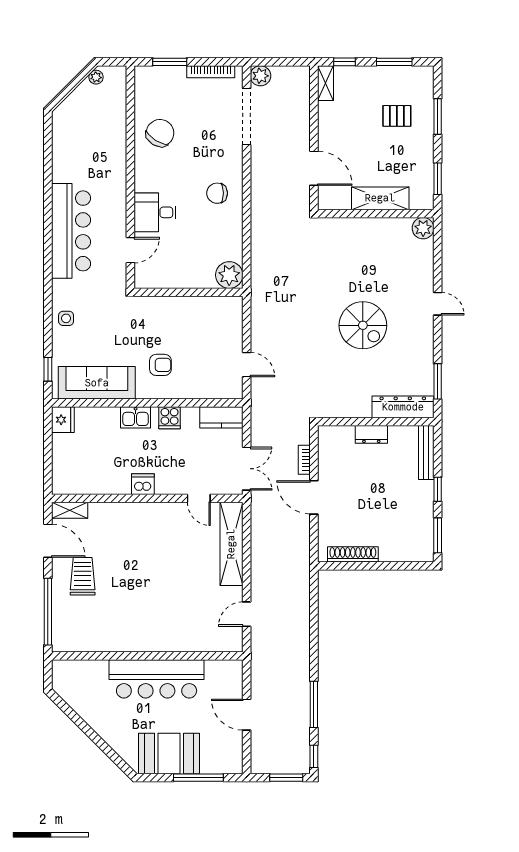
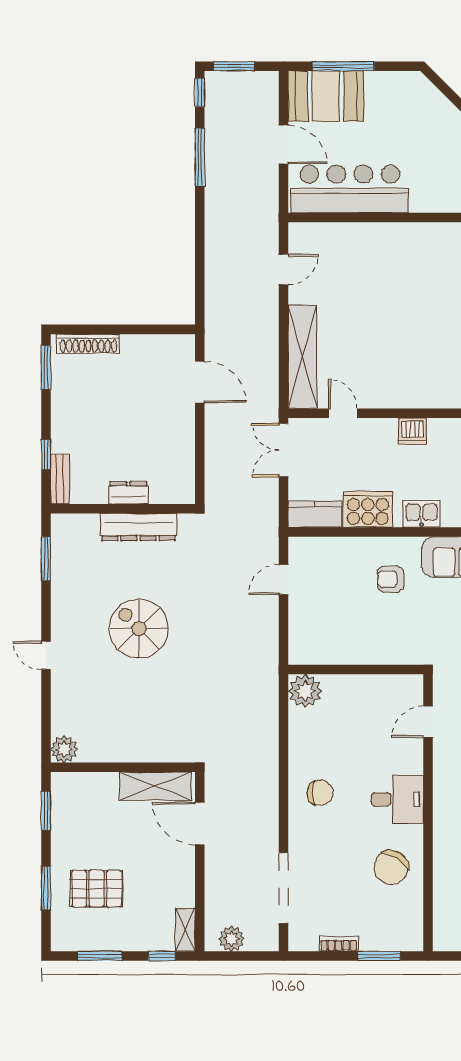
bookcase: (211, 72) -> (339, 944), width x0.64
plant: (260, 76) -> (232, 939), moved
pallet: (397, 116) -> (97, 889), width x1.50, depth x1.42
shelving: (380, 198) -> (155, 786), moved
desk: (155, 212) -> (397, 799), moved
door: (247, 365) -> (284, 580), hinge flipped
dresser: (403, 407) -> (138, 527), moved
cooker: (170, 418) -> (368, 509), width x1.87, depth x1.31
bench: (426, 452) -> (60, 479), width x0.73
bookcase: (304, 460) -> (212, 461), removed
window: (438, 489) -> (46, 455), moved
door: (314, 497) -> (200, 382), moved
shoe rack: (353, 554) -> (88, 344), moved
bar counter: (157, 679) -> (350, 189), moved
booth: (169, 754) -> (326, 96), moved

